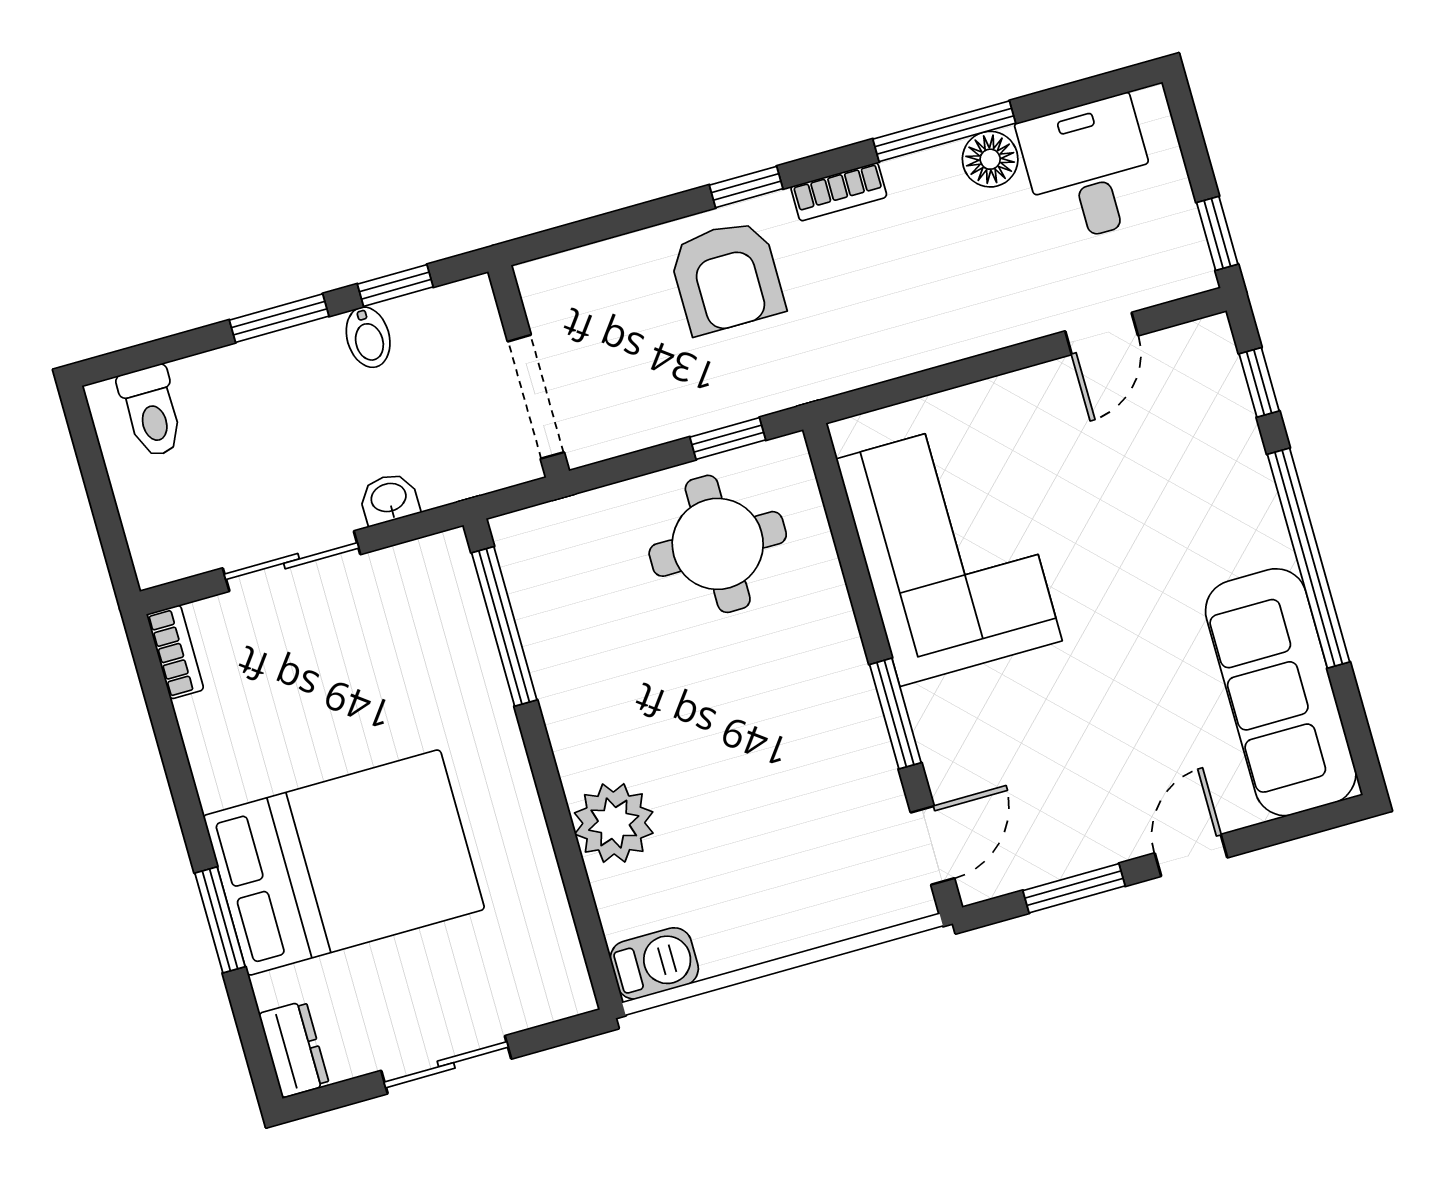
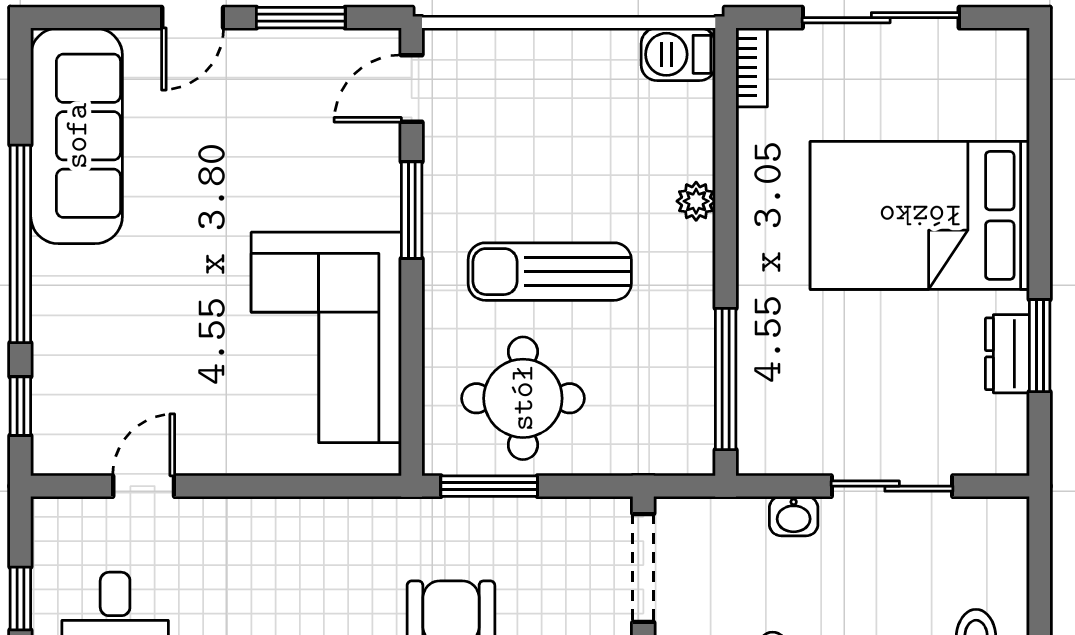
window: (1217, 233) -> (20, 598), moved
window: (728, 439) -> (489, 486), width x1.50
bookcase: (175, 652) -> (752, 67), moved, turned 180
sun lounger: (727, 689) -> (550, 272), added
plant: (614, 823) -> (696, 201), width x0.53, depth x0.53
window: (220, 920) -> (1040, 346), moved
dresser: (294, 1049) -> (1007, 354), moved
sliding door: (446, 1065) -> (881, 18), width x1.37

